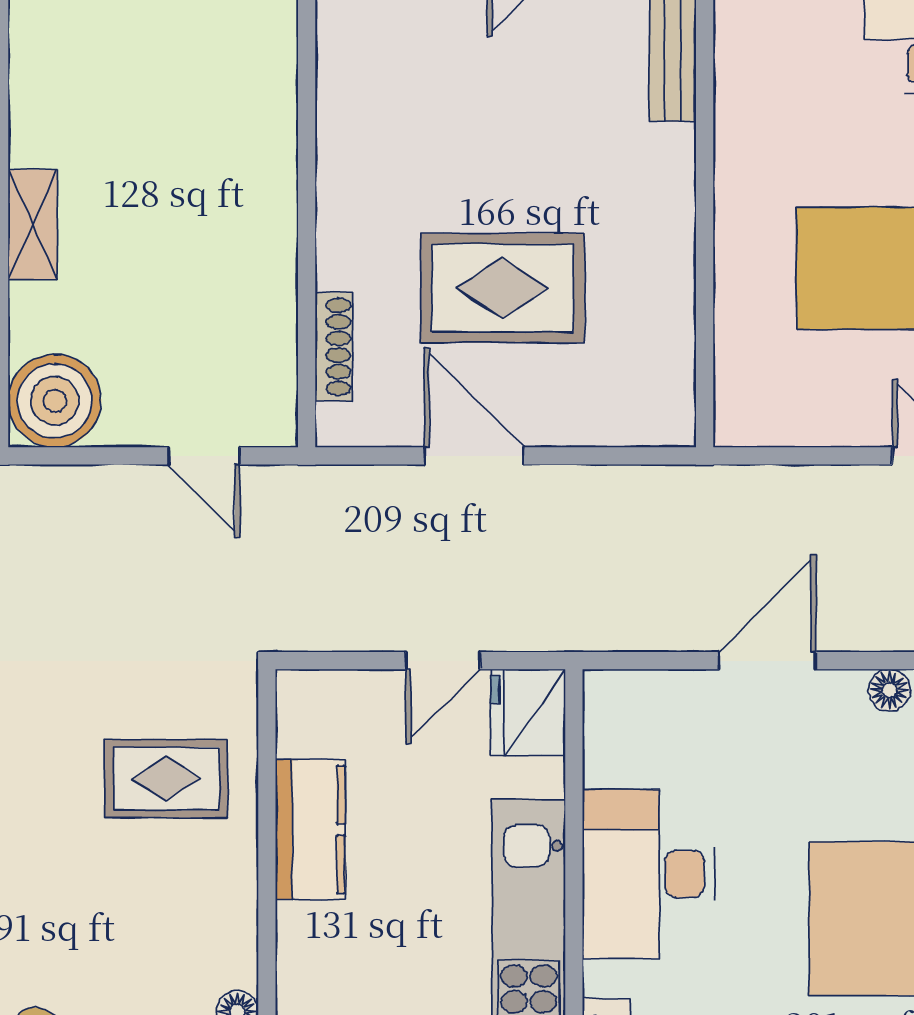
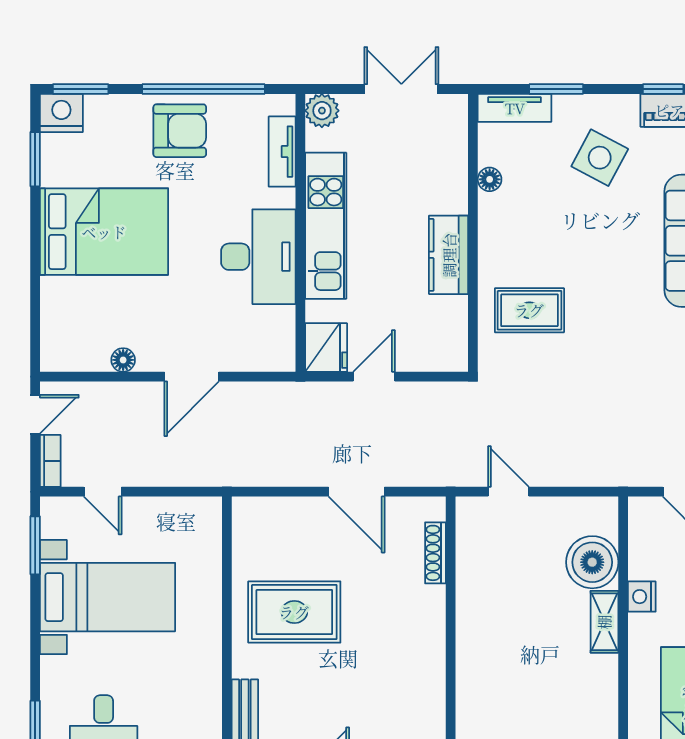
rug: (503, 288) -> (294, 612), moved
boiler: (55, 401) -> (592, 562), moved
kitchen counter: (310, 830) -> (449, 255), moved

